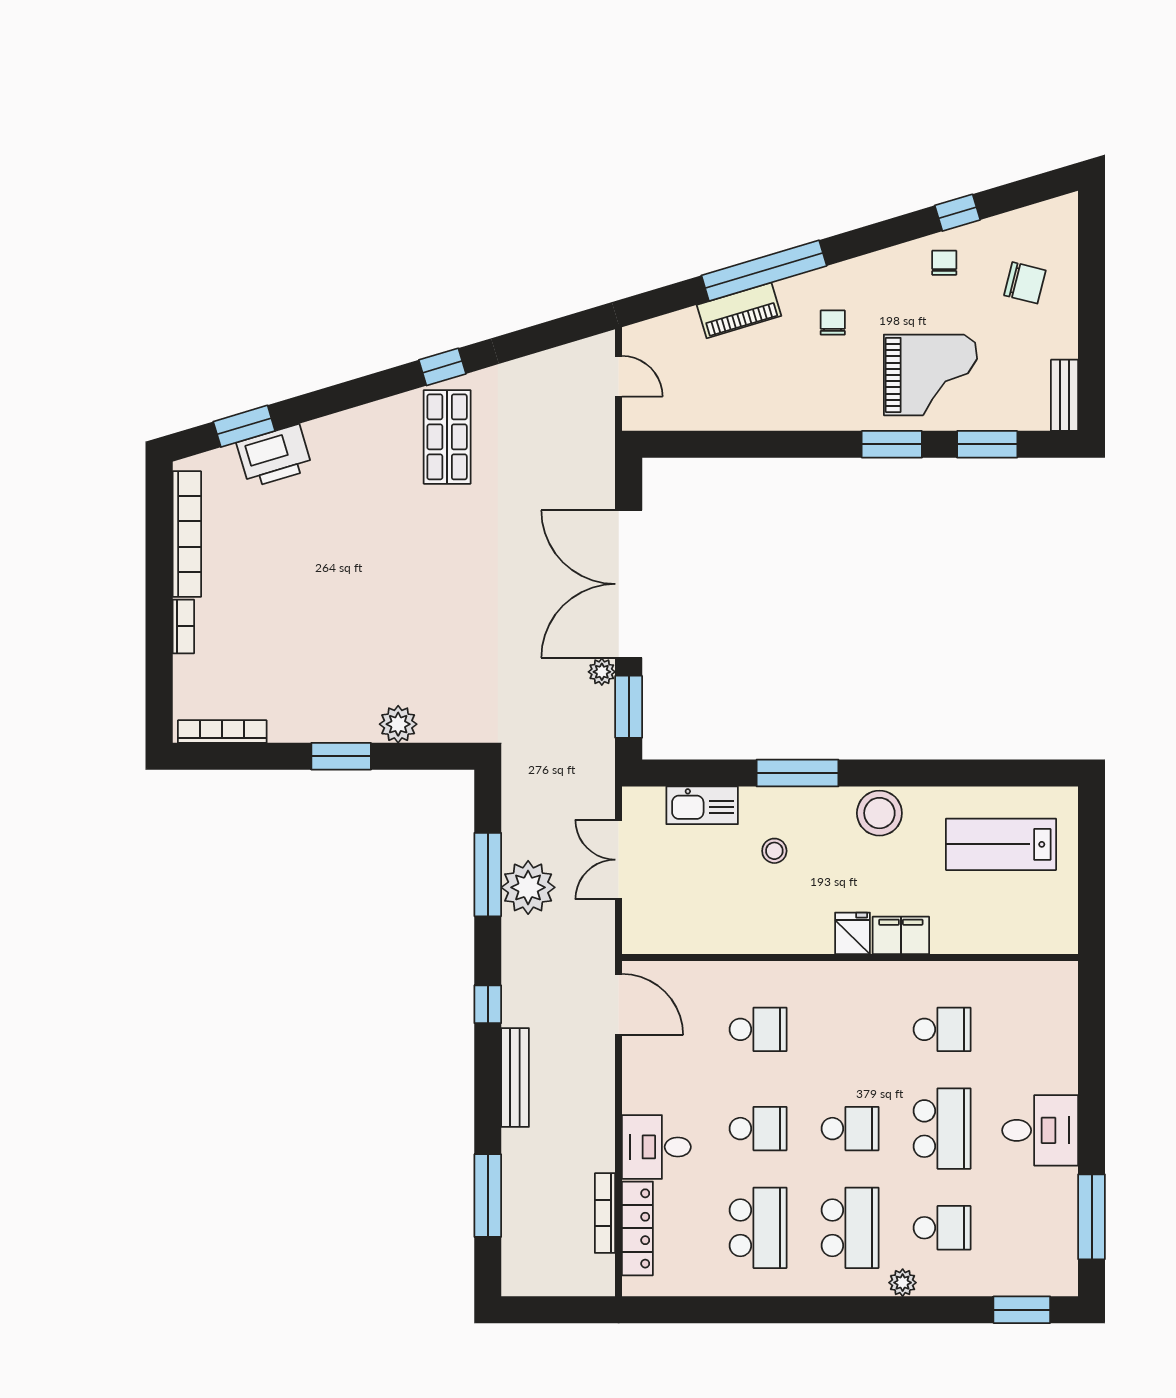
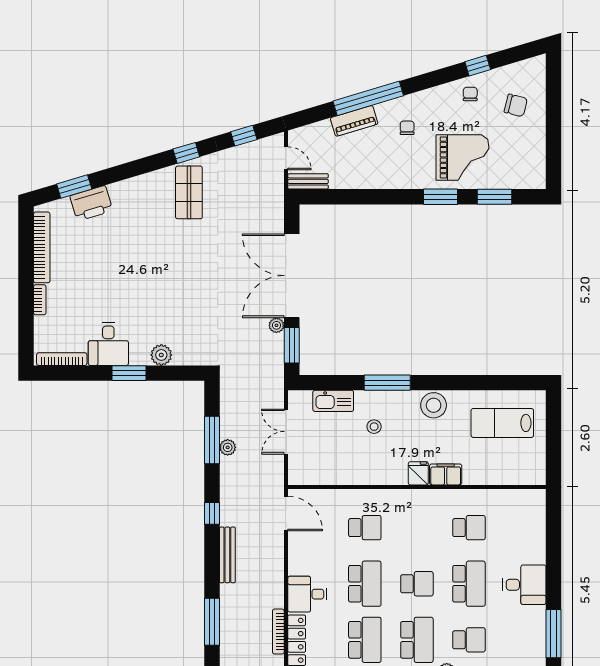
window: (544, 336) -> (244, 136), added
bench: (1064, 395) -> (308, 181), moved, turned 90
desk: (305, 705) -> (108, 344), added
plant: (528, 887) -> (228, 447), width x0.53, depth x0.53
school desk: (758, 1129) -> (365, 584), width x1.85

